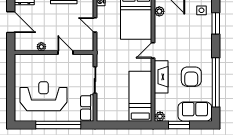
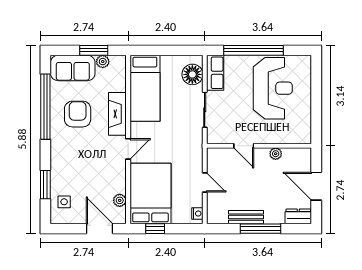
reception desk: (44, 96) -> (273, 88), turned -90
floor lamp: (104, 107) -> (192, 74), added
plant: (160, 116) -> (103, 62), moved

